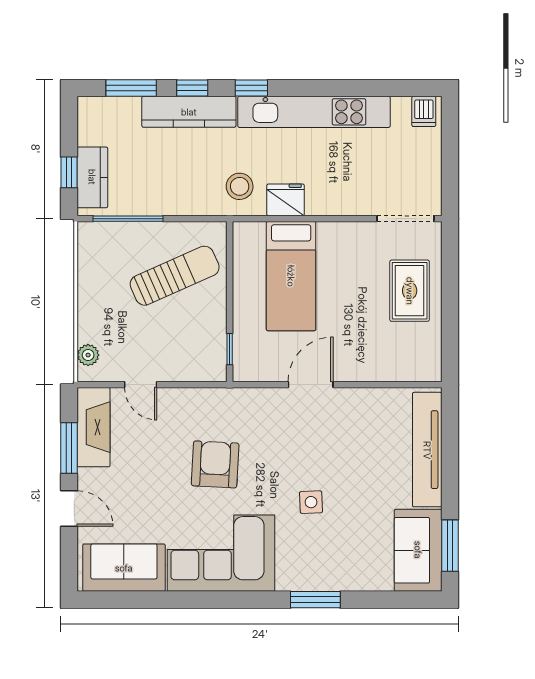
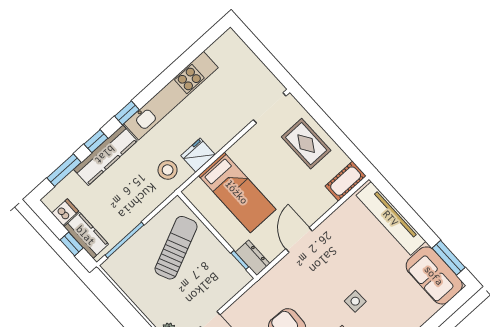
dishwasher: (424, 111) -> (65, 212), moved, turned -90
dresser: (245, 359) -> (253, 258), added
cot: (415, 367) -> (346, 181), added

